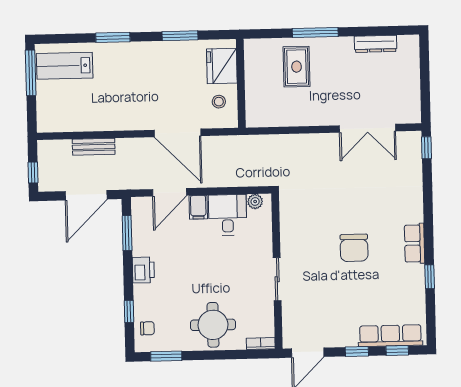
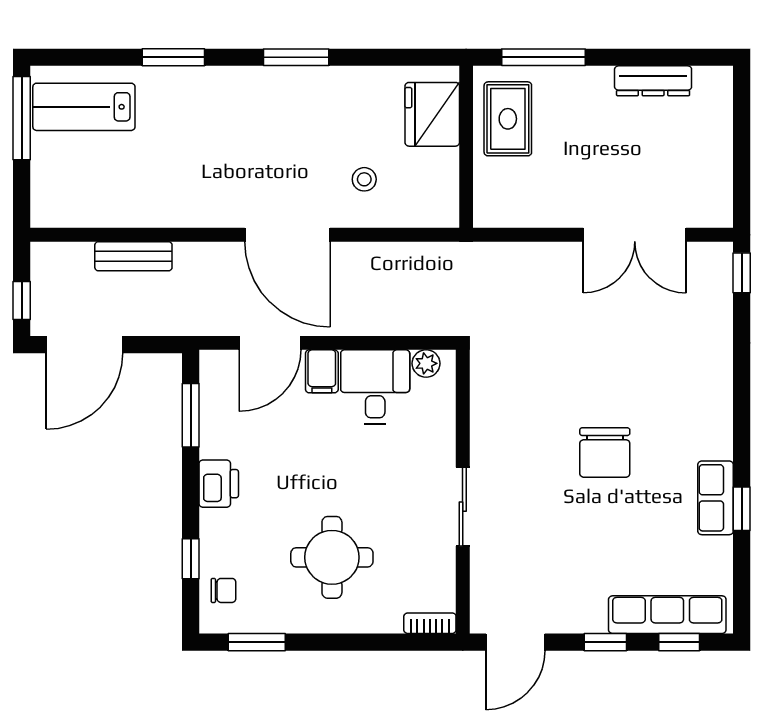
fridge: (222, 66) -> (432, 114), moved
wall: (241, 83) -> (466, 147), moved
door: (86, 195) -> (84, 345), moved
row of seats: (415, 243) -> (716, 498), moved
round table: (213, 325) -> (332, 557), moved

